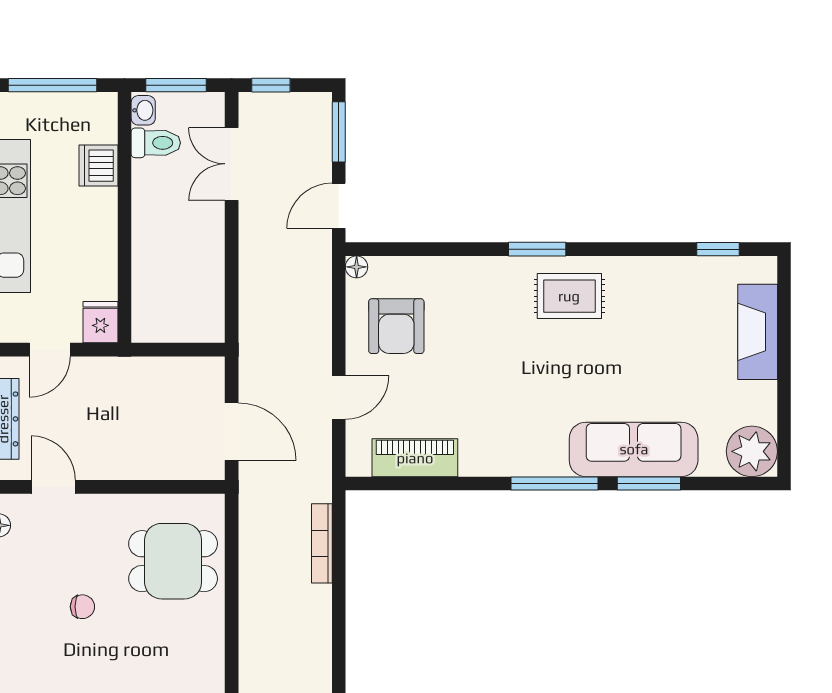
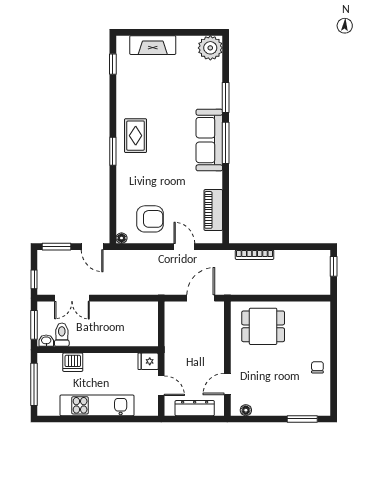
sofa: (634, 449) -> (209, 140), moved
dining table: (173, 561) -> (263, 326), turned 90
chair: (82, 607) -> (317, 367), moved

